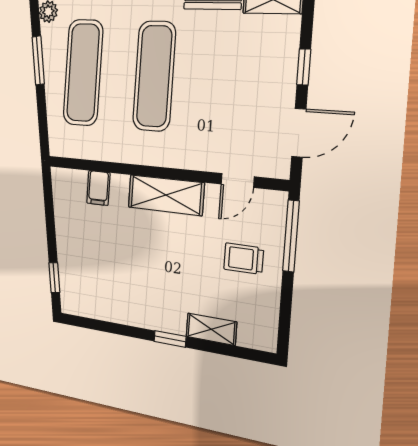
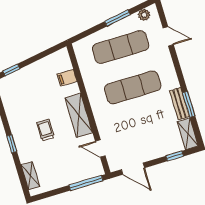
window: (304, 67) -> (175, 156), moved
trolley: (244, 259) -> (45, 130), moved
shelving: (211, 329) -> (30, 176), moved

